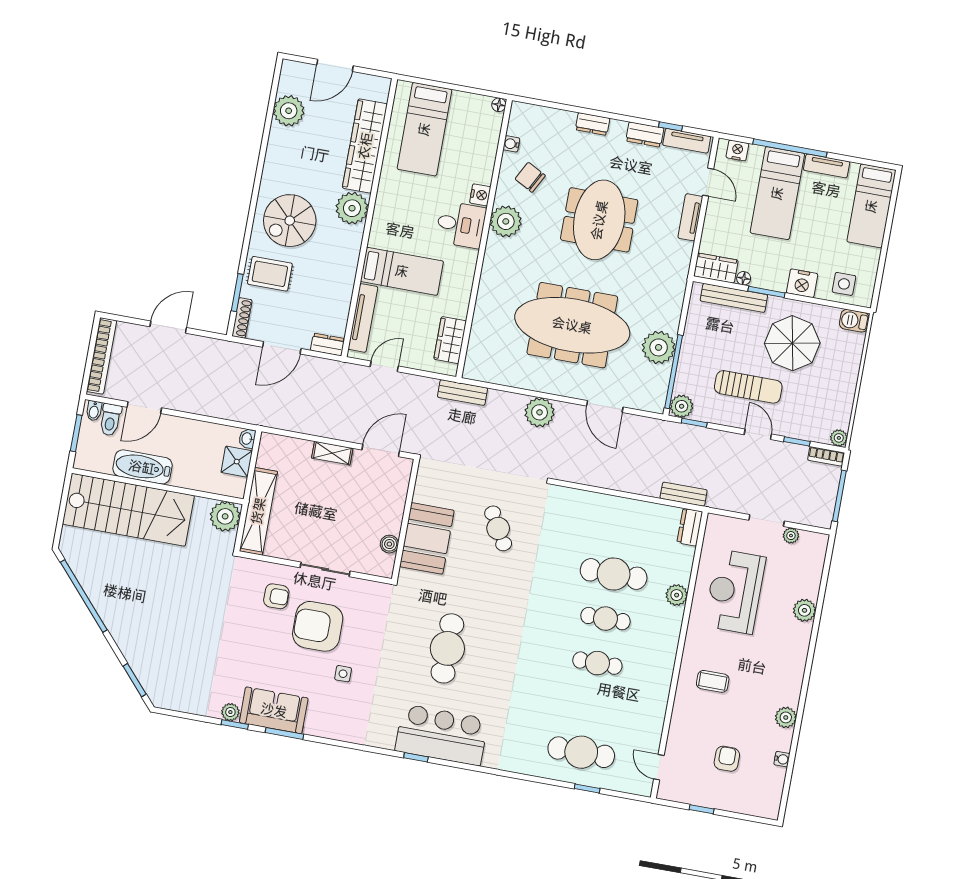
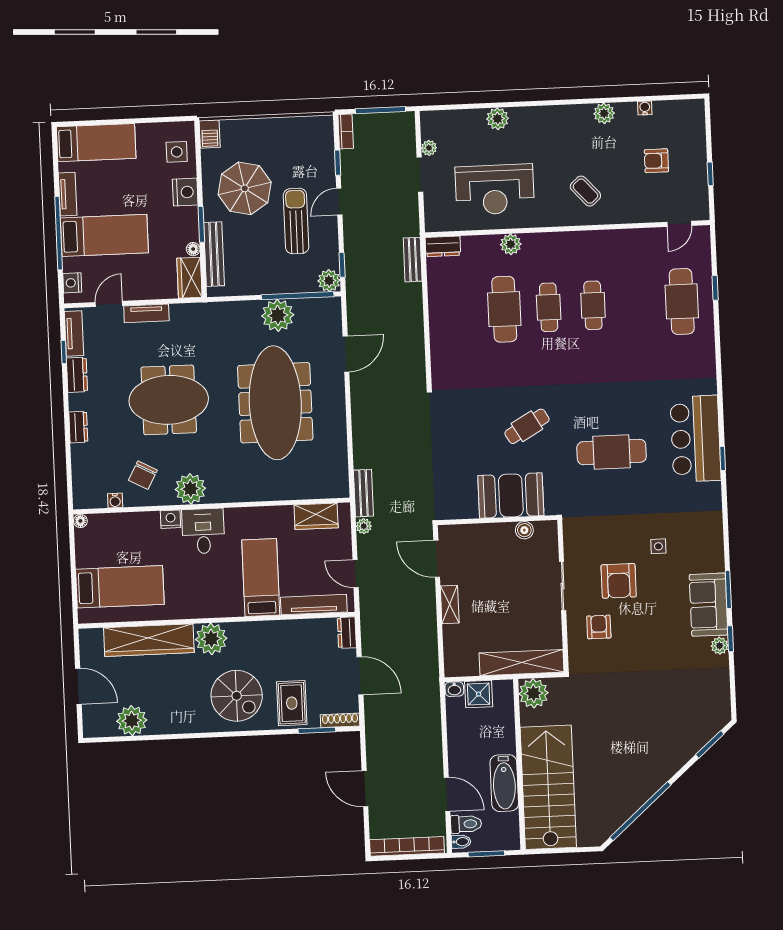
plant: (540, 412) -> (364, 526), moved, width x0.53, depth x0.53
plant: (839, 438) -> (325, 123), removed
cafe table: (498, 528) -> (527, 426), moved
armchair: (318, 626) -> (619, 581), width x0.73, depth x0.73
coffee table: (713, 681) -> (585, 191), turned -42

